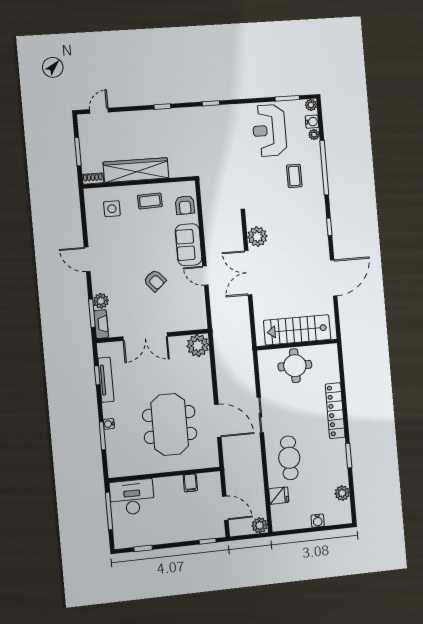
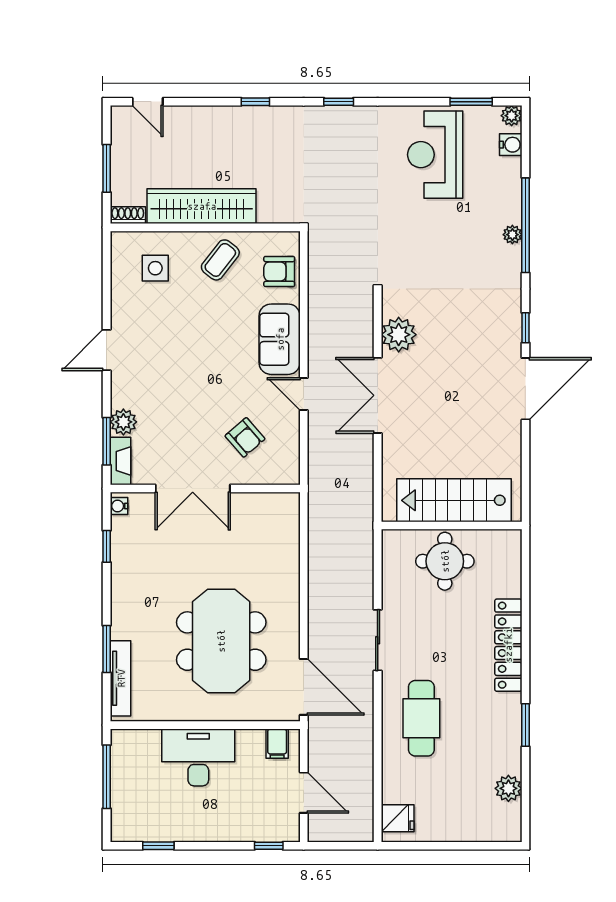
door: (99, 111) -> (148, 102), swing flipped
plant: (314, 135) -> (512, 235), moved
coffee table: (294, 176) -> (472, 236), removed
coffee table: (150, 201) -> (220, 260), turned -50
armchair: (185, 205) -> (279, 271), turned 91
door: (87, 259) -> (107, 350), hinge flipped
door: (334, 278) -> (525, 389), moved
armchair: (155, 281) -> (245, 437), moved
plant: (198, 345) -> (281, 512), removed
tv unit: (106, 380) -> (121, 678), moved
door: (218, 421) -> (304, 687), moved
water cooler: (109, 424) -> (119, 506), moved
filing cabinet: (190, 483) -> (277, 744), moved
fridge: (279, 496) -> (398, 818), moved
desk: (132, 497) -> (198, 757), moved
water cooler: (318, 521) -> (461, 831), removed
plant: (260, 525) -> (360, 828), removed

